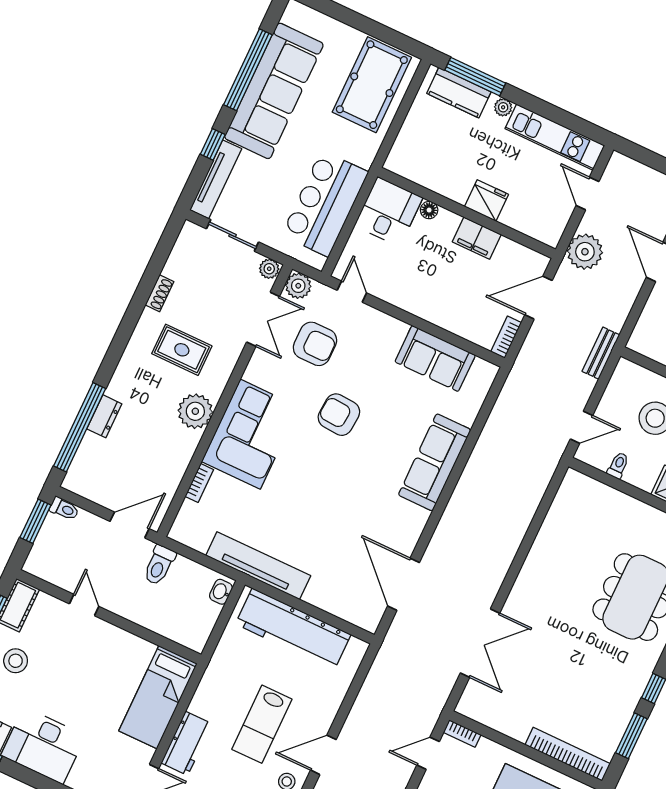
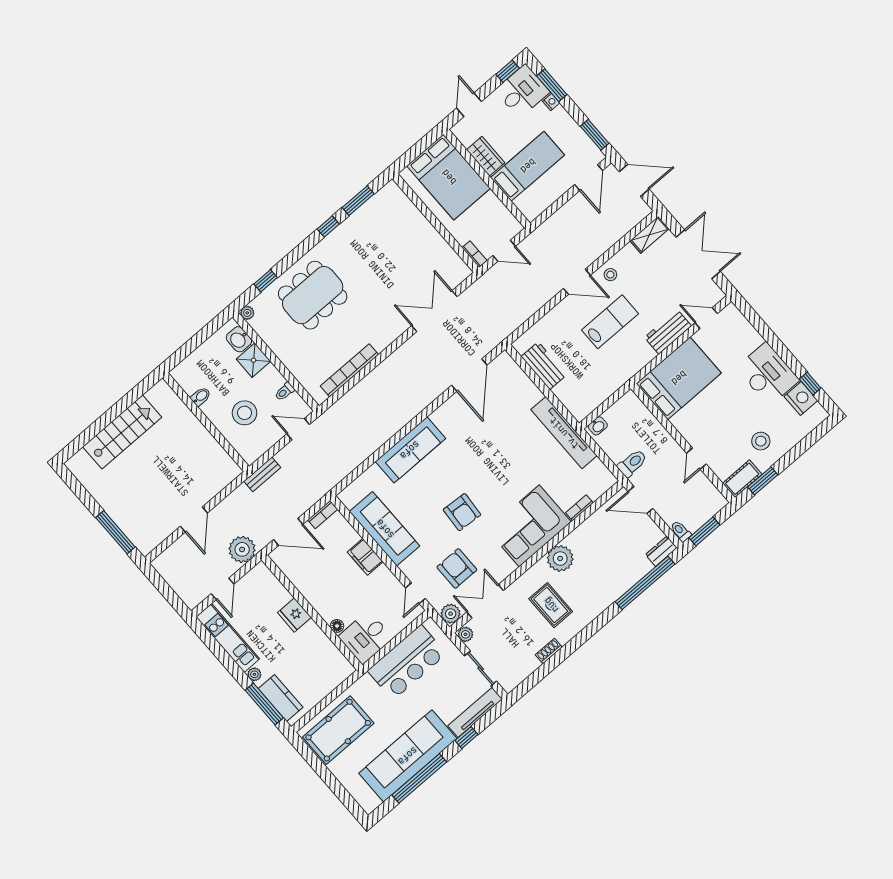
filing cabinet: (477, 238) -> (365, 557), moved, turned 180
sofa: (435, 358) -> (385, 529), width x1.36
dresser: (104, 416) -> (661, 551), moved
workbench: (293, 629) -> (544, 366), width x0.53, depth x0.76
bed: (158, 697) -> (679, 378), width x1.50
bookcase: (568, 754) -> (349, 370), moved, turned 90

